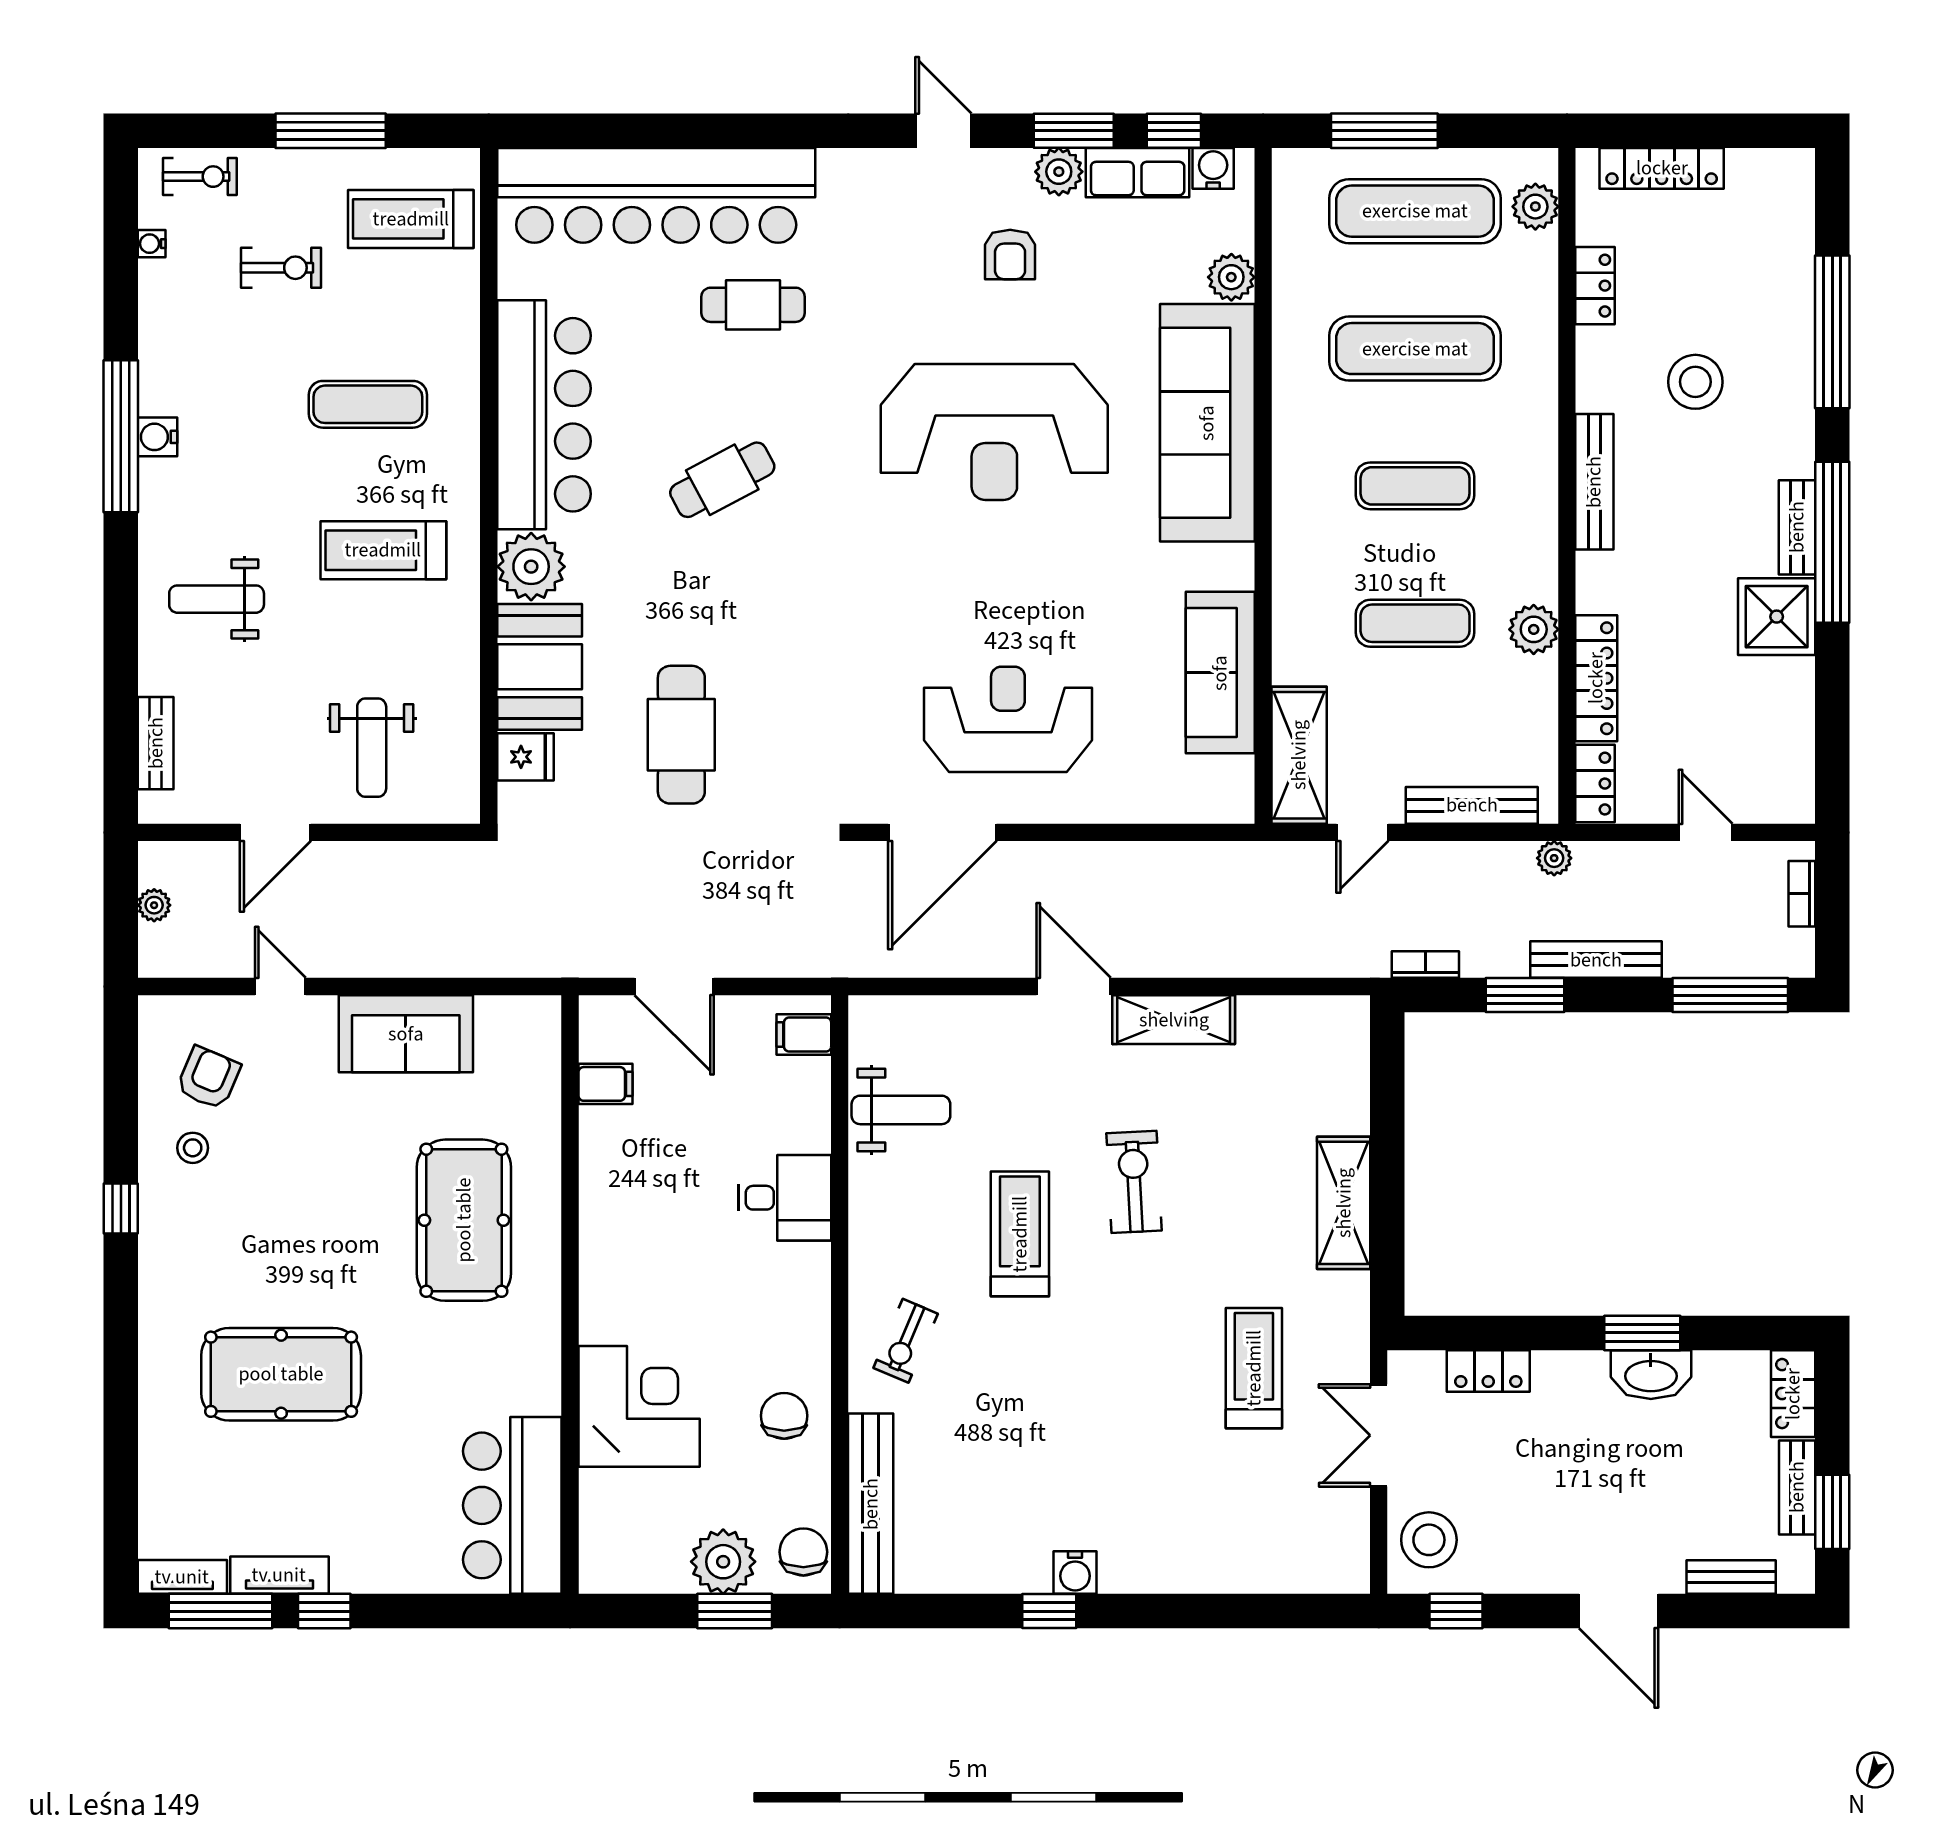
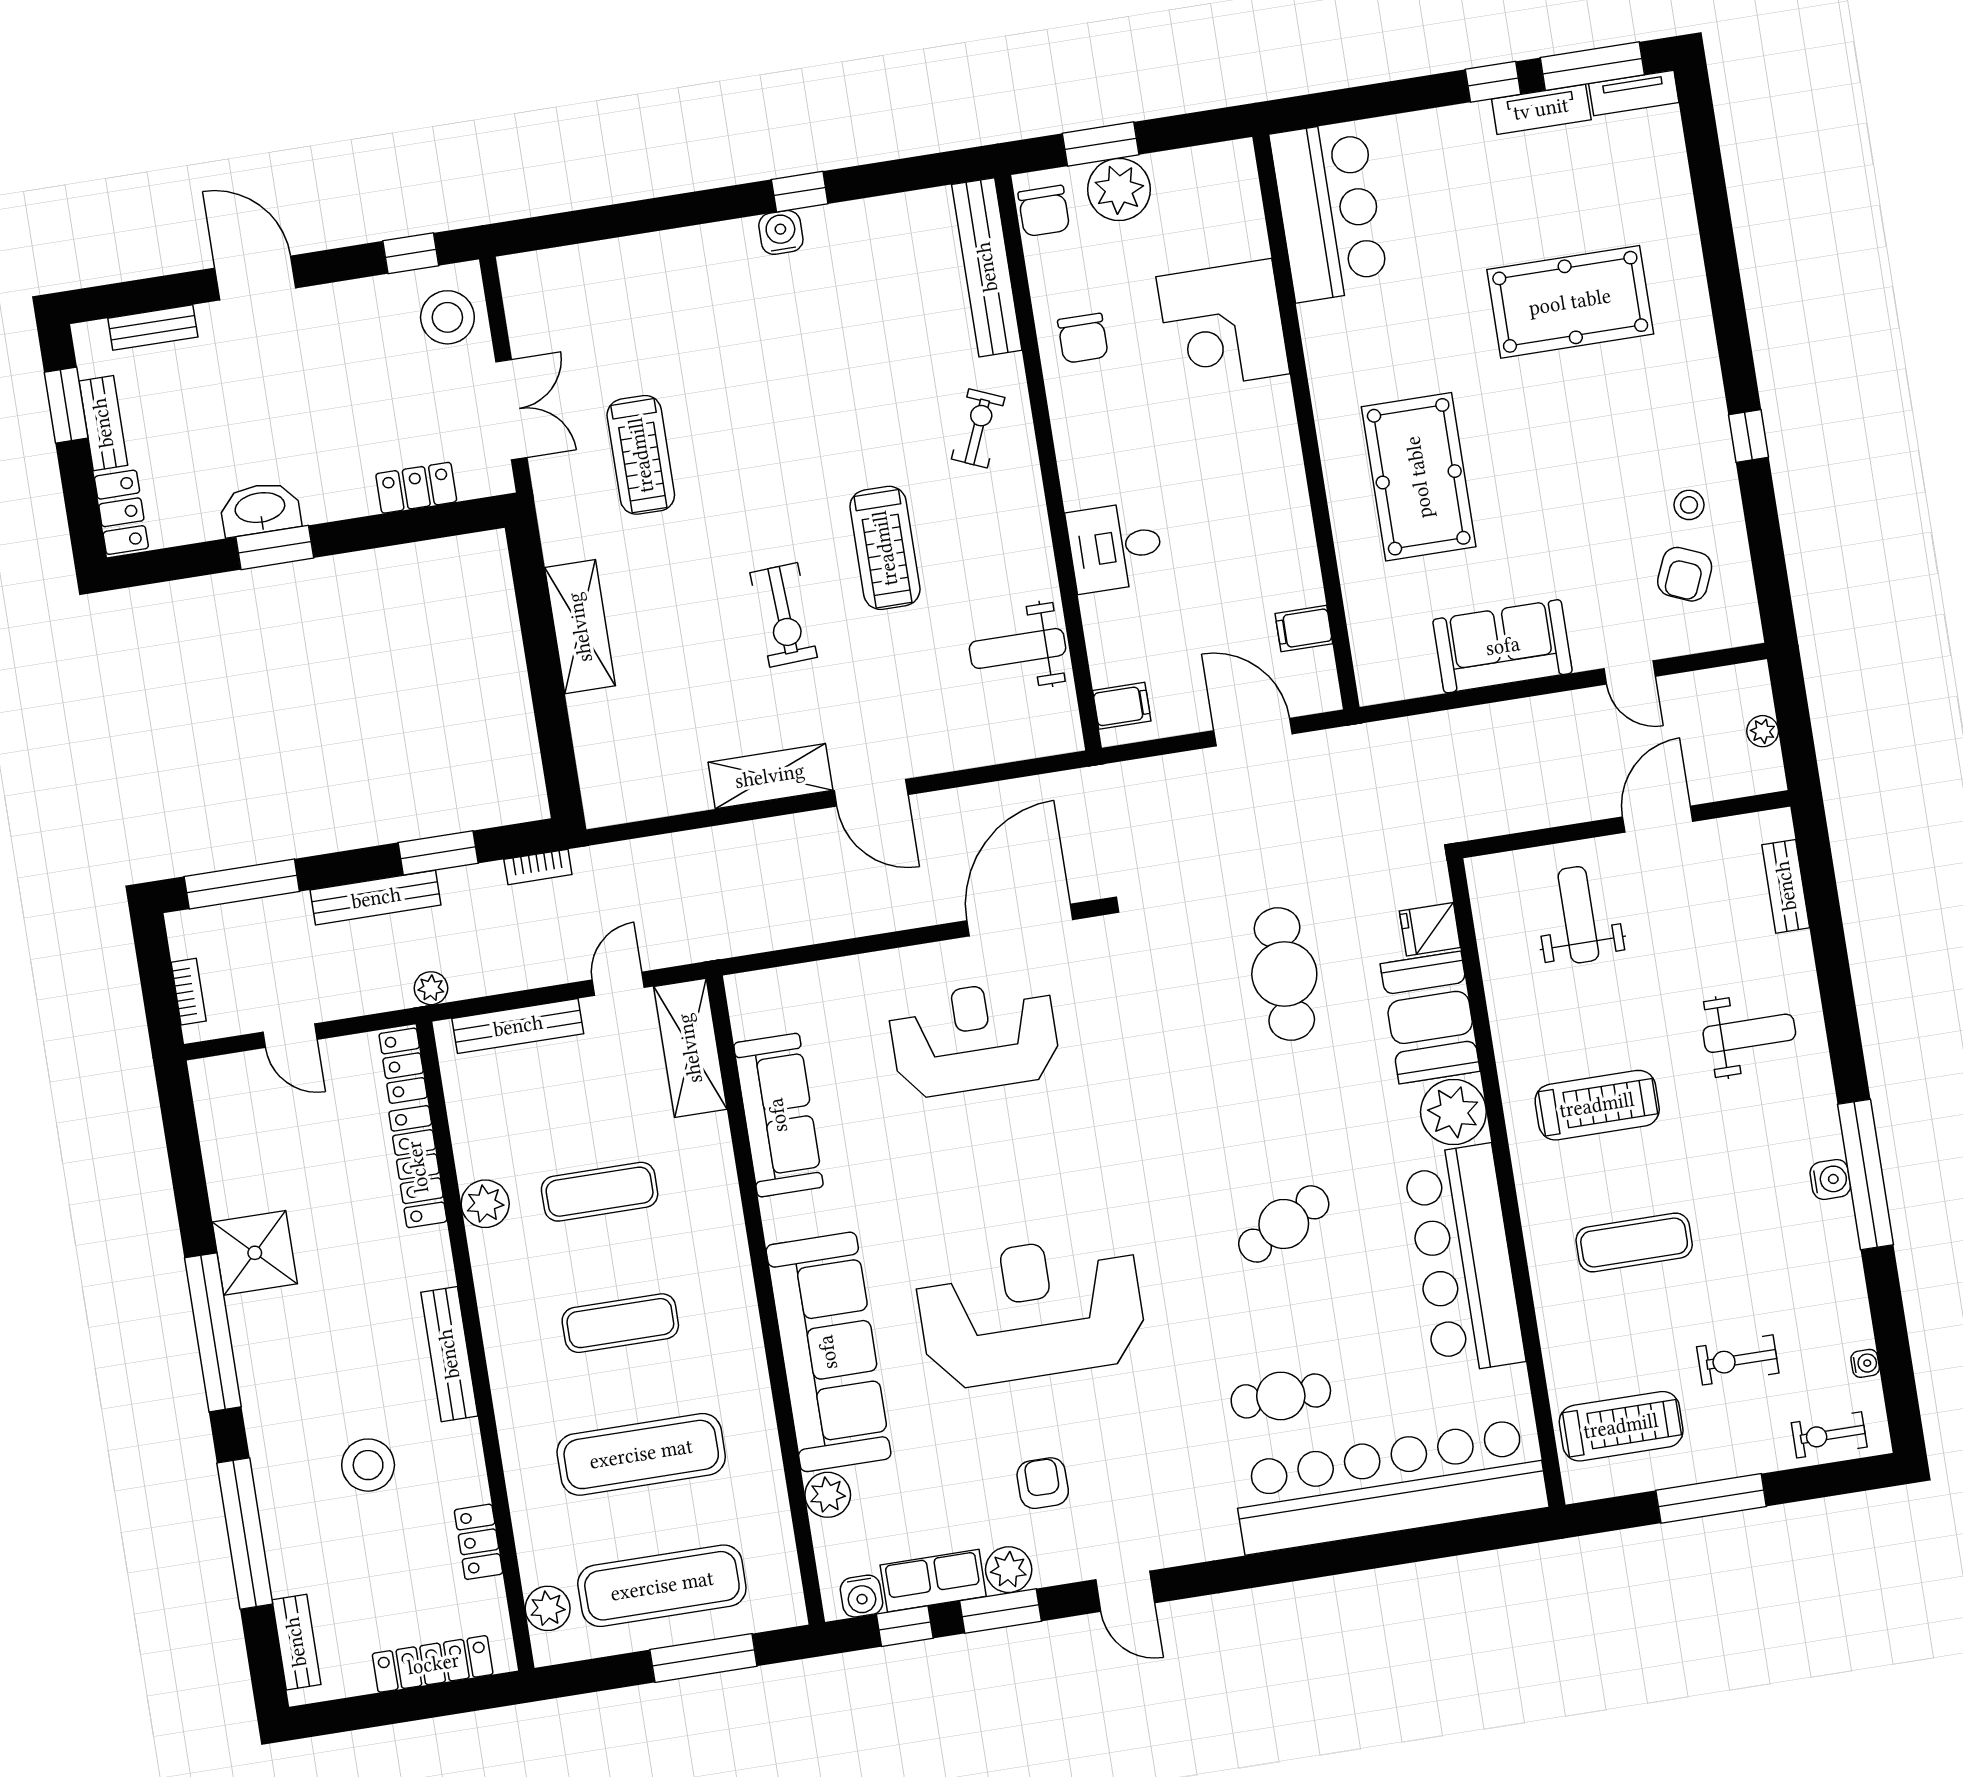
bench: (1797, 527) -> (296, 1642), moved
reception desk: (1008, 719) -> (974, 1038), turned 180

